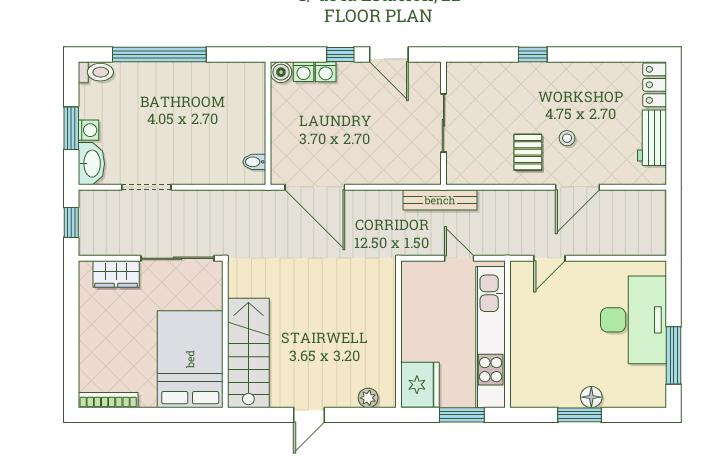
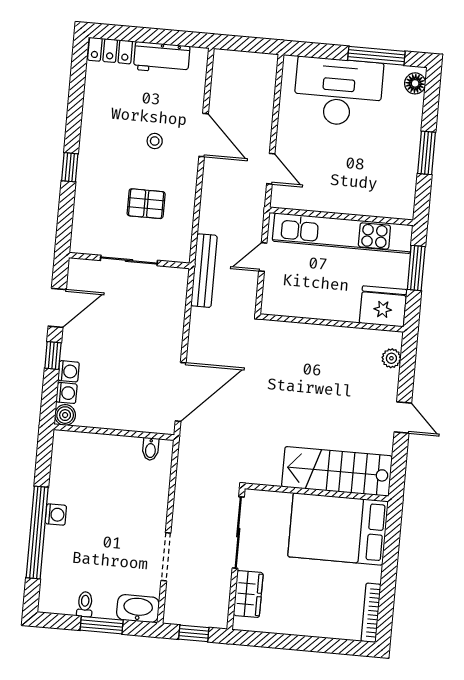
toilet: (96, 72) -> (85, 604), moved, width x0.73, depth x0.72
washing machine: (89, 130) -> (56, 515), moved, turned 90
pallet: (528, 152) -> (146, 204), moved
floor lamp: (591, 397) -> (415, 83), moved

